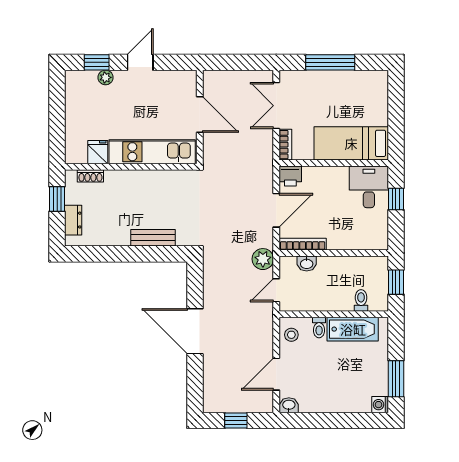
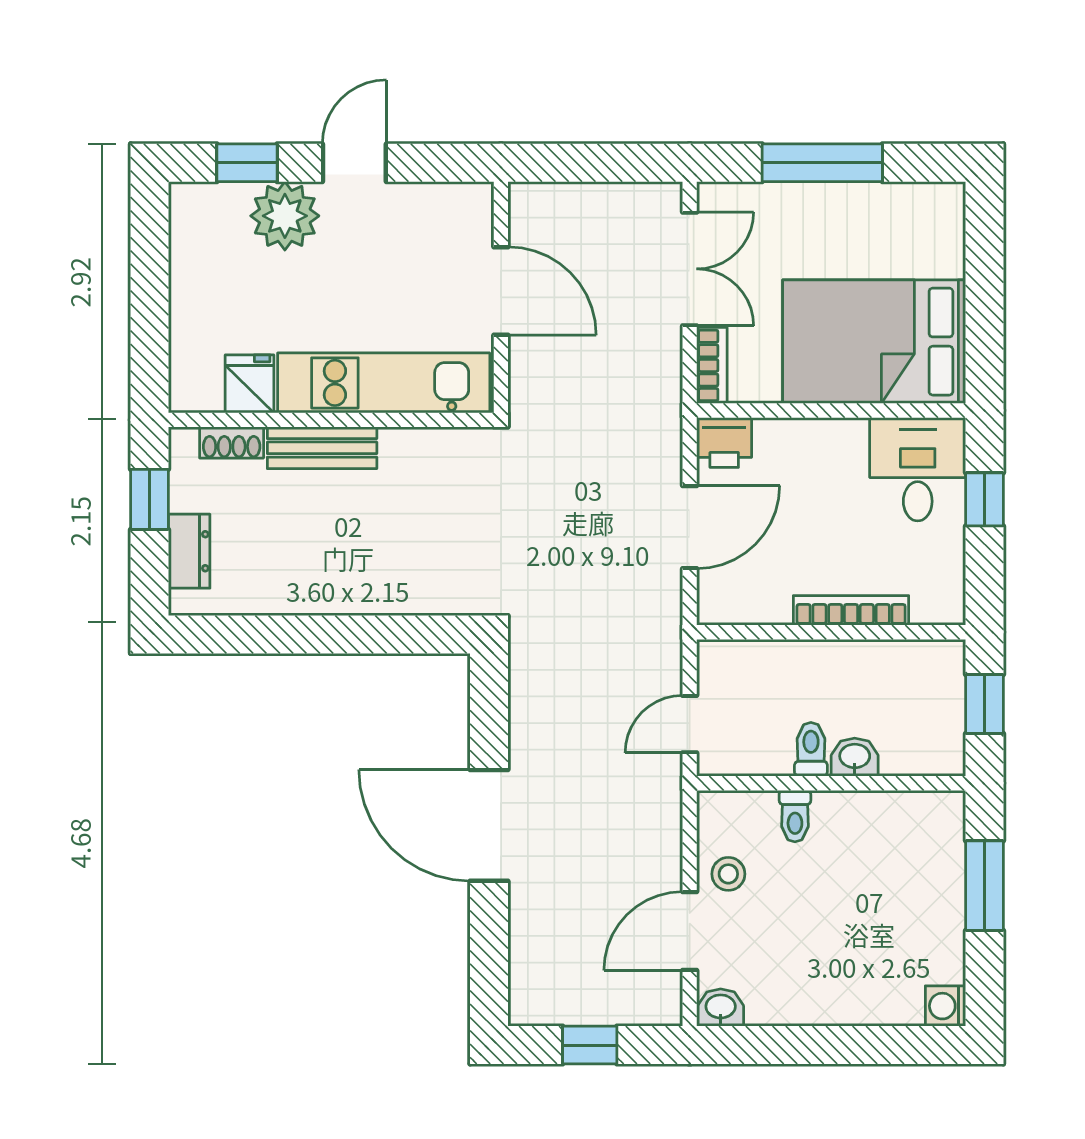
plant: (106, 77) -> (285, 216), width x1.88, depth x1.88
double door: (276, 106) -> (690, 269), swing flipped
bed: (351, 143) -> (874, 342), width x1.50
bench: (153, 238) -> (322, 448), moved
bookcase: (303, 244) -> (851, 610), moved
plant: (263, 259) -> (656, 647), removed
washbasin: (307, 263) -> (855, 757), moved, turned 180
toilet: (361, 300) -> (811, 749), moved
bathtub: (353, 329) -> (878, 820), removed
stool: (291, 335) -> (728, 874), moved
window: (396, 379) -> (985, 886), moved

